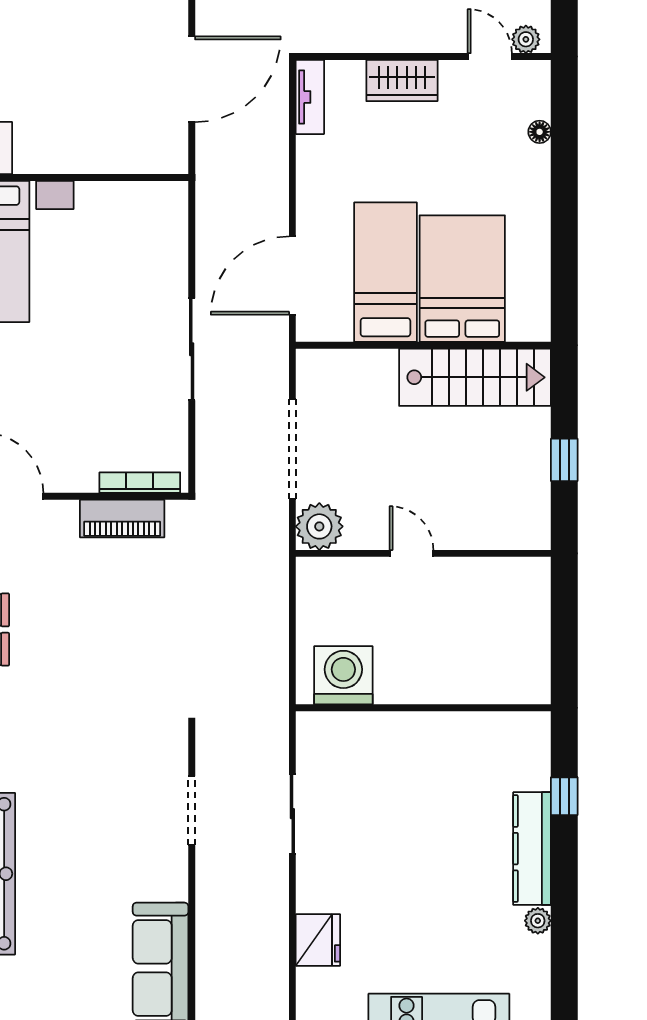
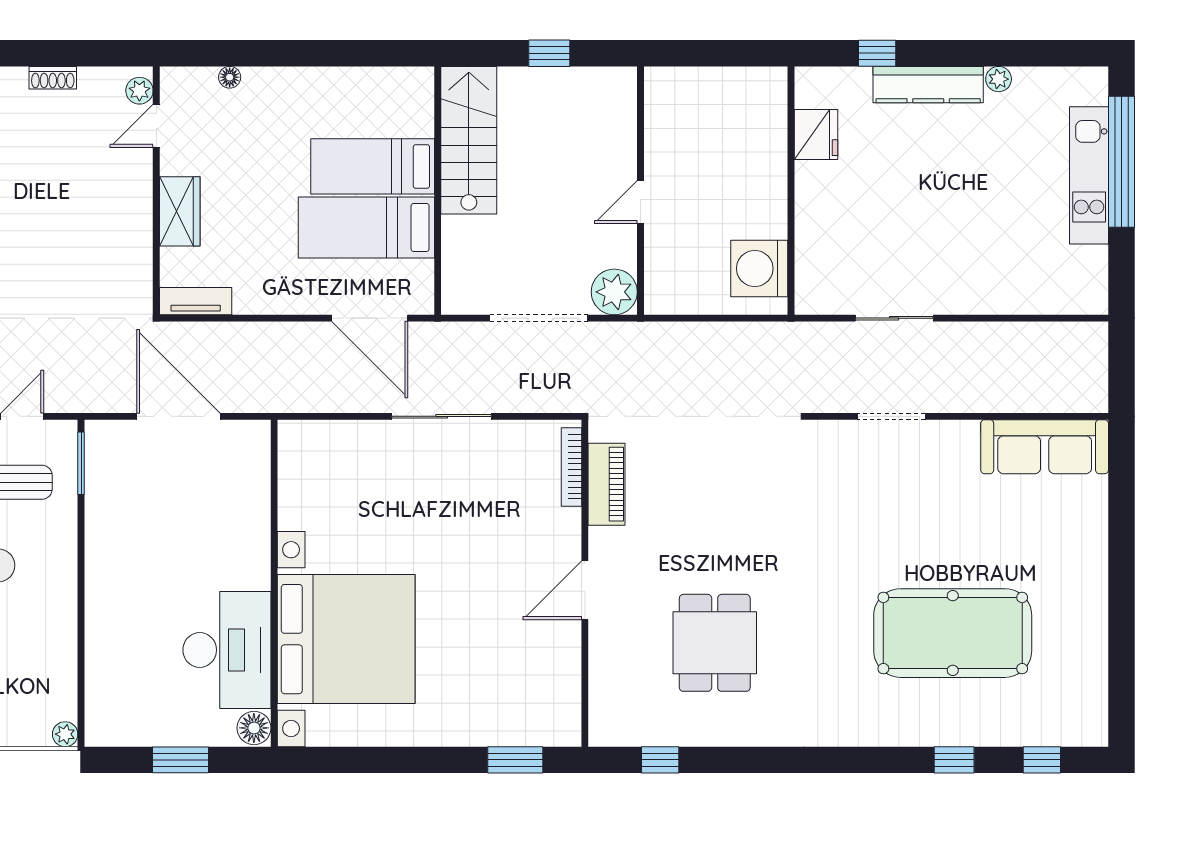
bed: (462, 279) -> (373, 166), width x0.67
fridge: (318, 940) -> (816, 134), moved, turned 90

